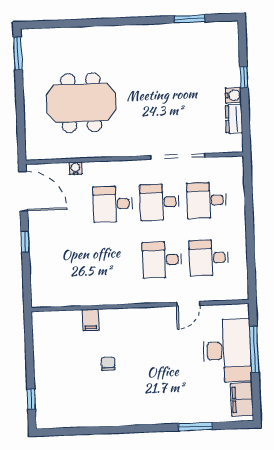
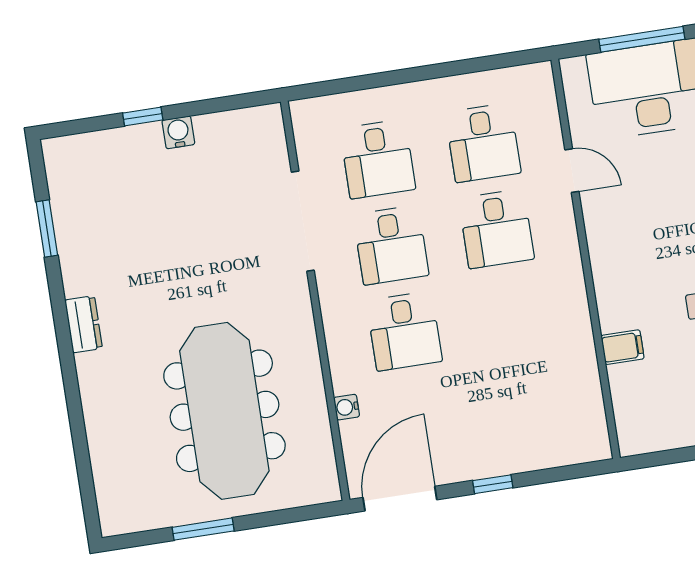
window: (18, 53) -> (203, 529), moved
meeting table: (81, 103) -> (224, 411), width x1.36
dresser: (234, 119) -> (84, 324), moved, turned -90

